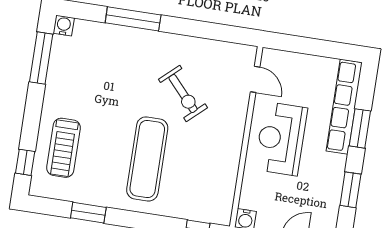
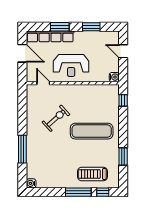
door: (320, 48) -> (22, 53), added
window: (41, 58) -> (78, 192), moved
door: (255, 79) -> (43, 83), hinge flipped
treadmill: (63, 148) -> (92, 174), turned 180

